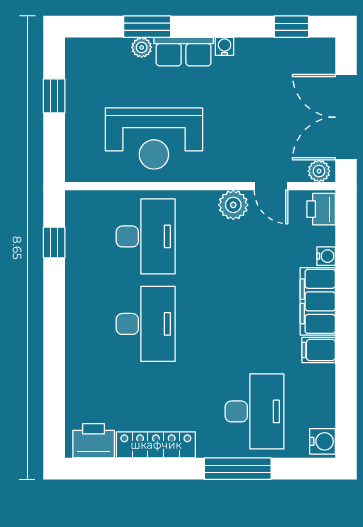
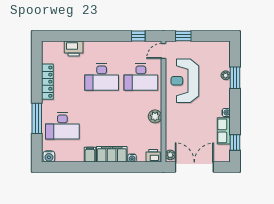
row of seats: (184, 52) -> (224, 131), moved
window: (54, 96) -> (183, 36), moved
door: (271, 186) -> (163, 51), moved
printer: (94, 441) -> (74, 49), moved, turned 90

